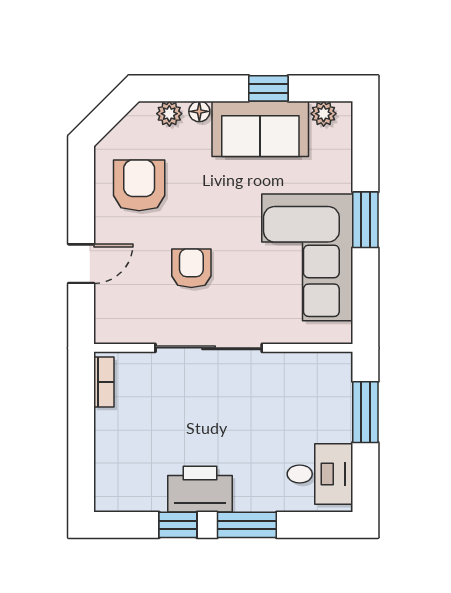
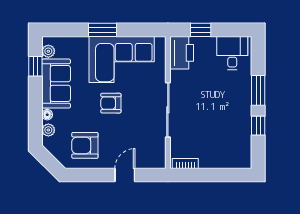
window: (268, 88) -> (35, 66), moved
door: (81, 264) -> (125, 175), hinge flipped
armchair: (191, 268) -> (111, 103), moved
window: (365, 412) -> (201, 30), width x0.67
printer: (200, 489) -> (182, 53), moved, turned 180

